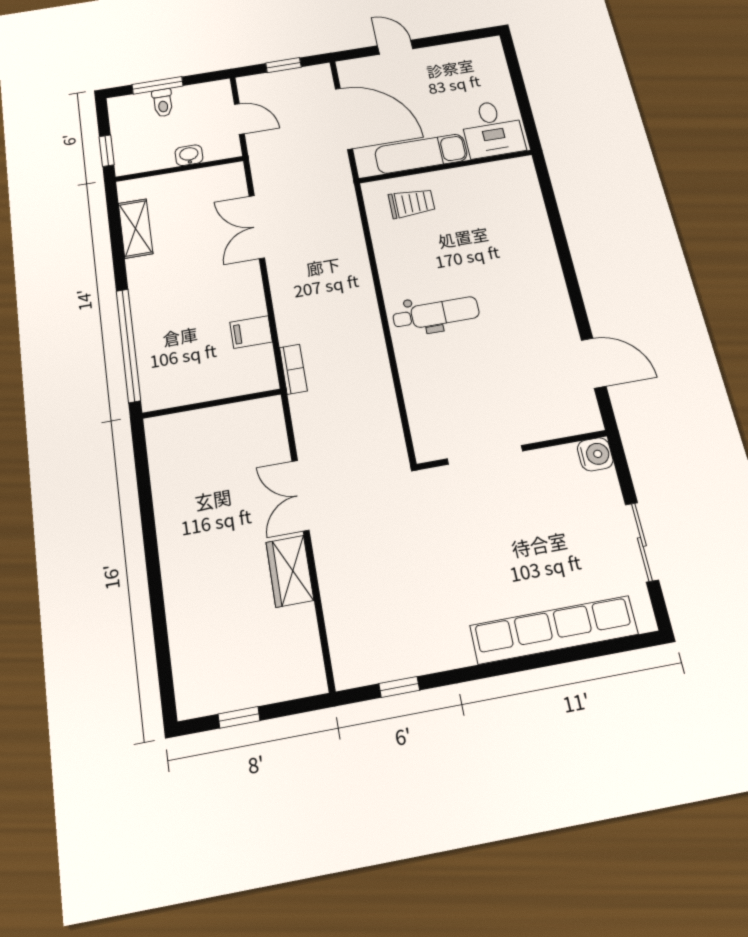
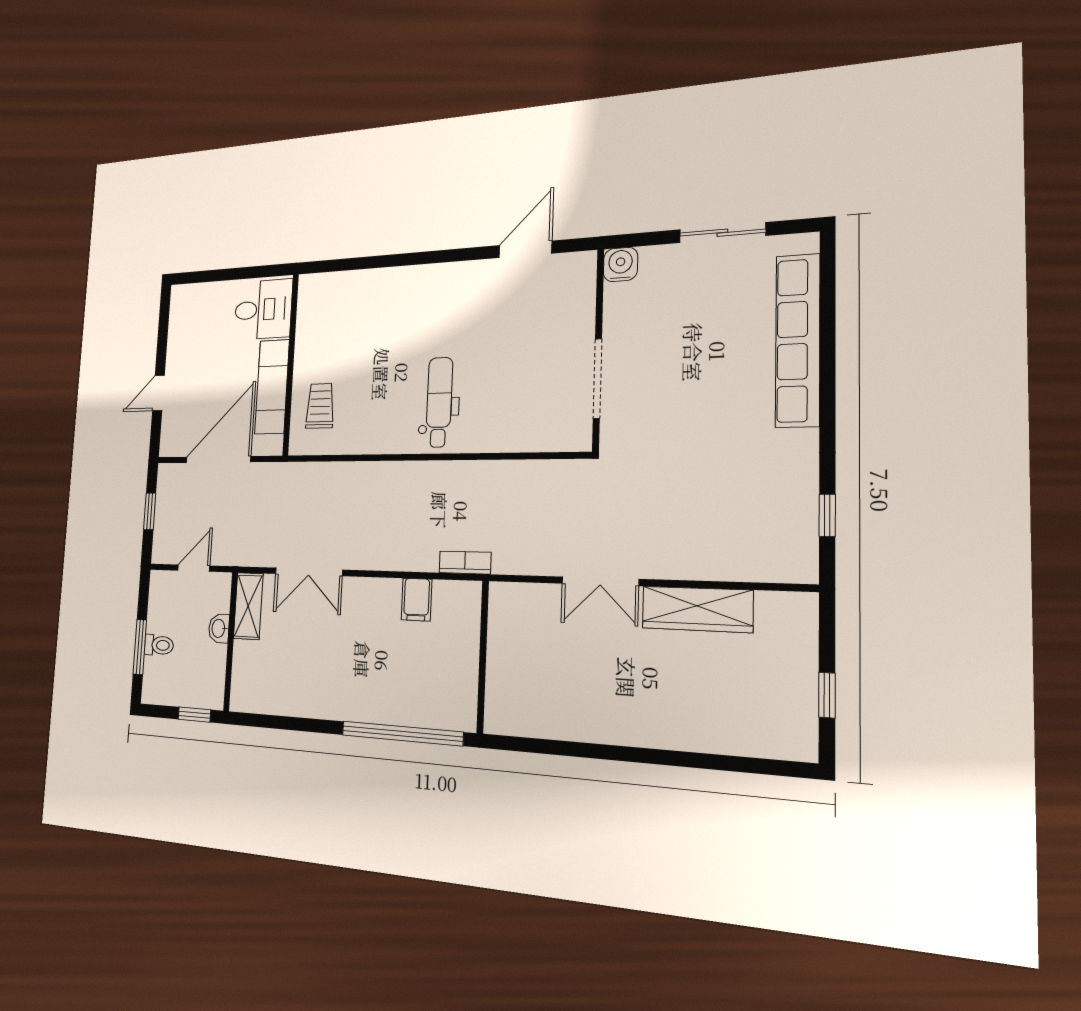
shelving: (136, 228) -> (248, 606), moved, turned 90
wardrobe: (290, 571) -> (697, 609), width x1.50

